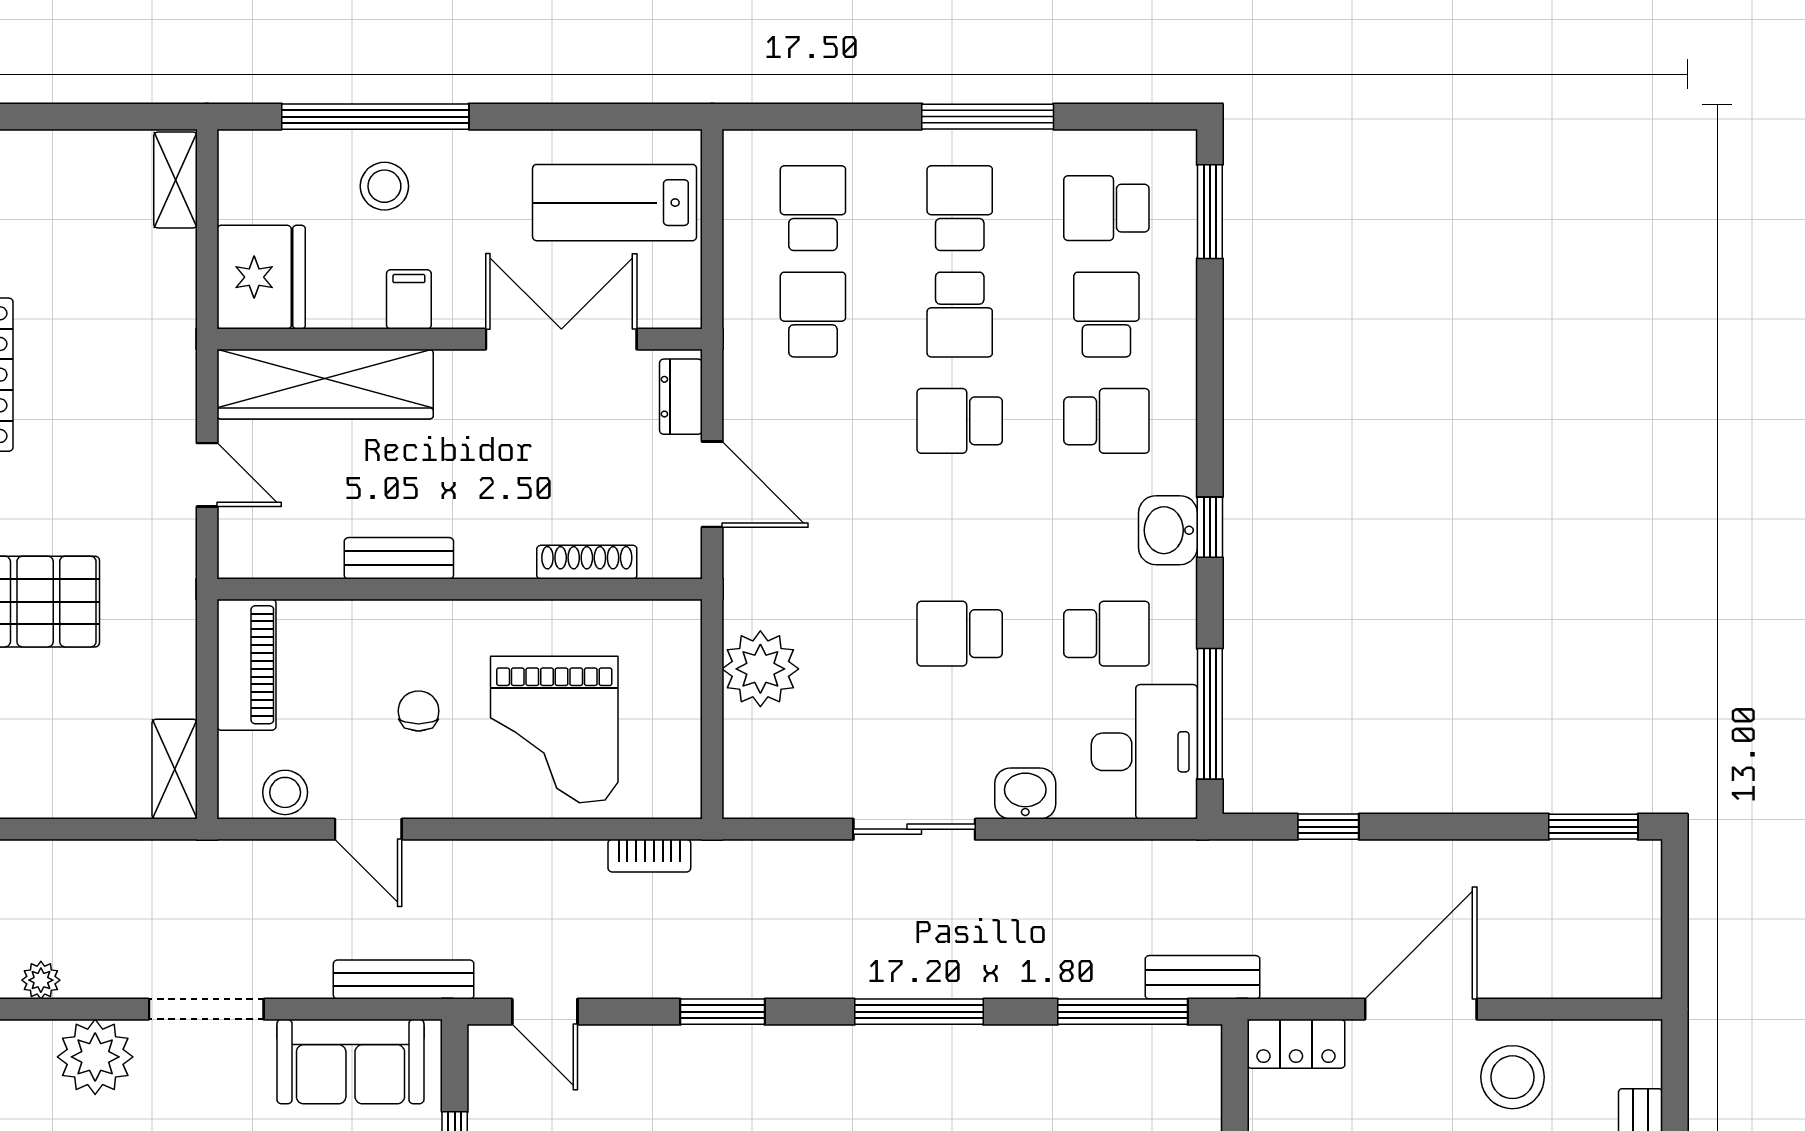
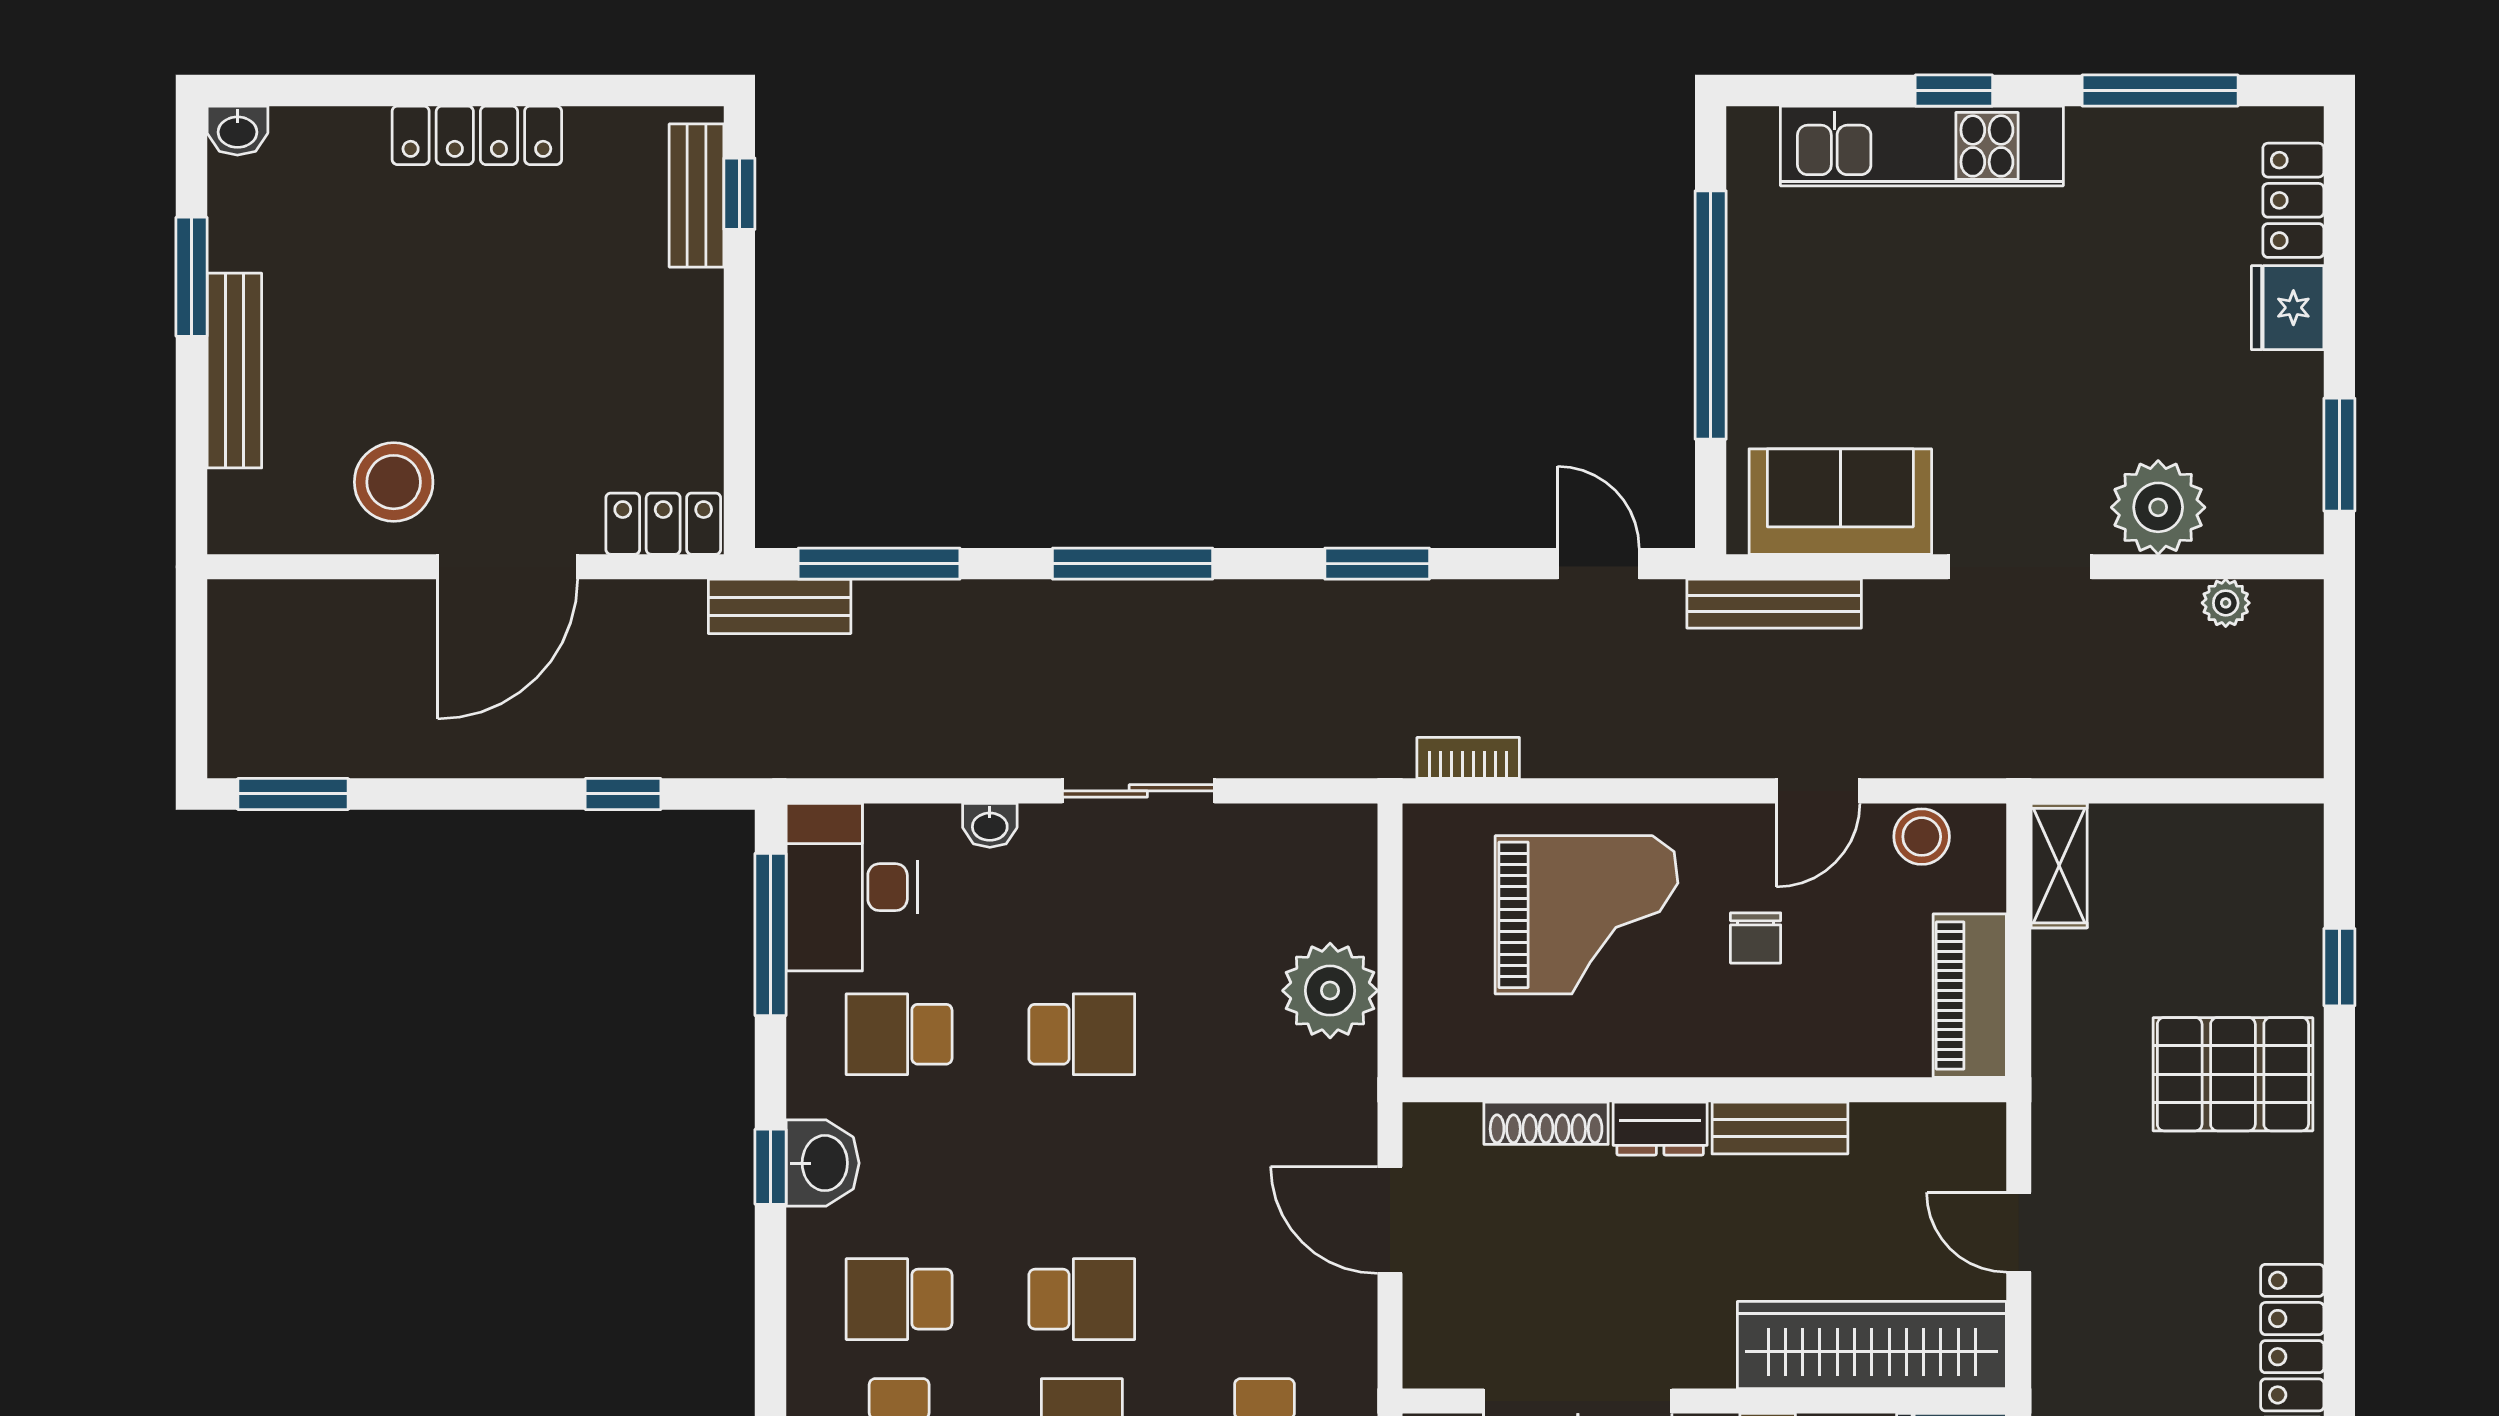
dresser: (681, 397) -> (1660, 1129), moved, turned 90
grand piano: (554, 730) -> (1587, 915), turned 90
washbasin: (1025, 794) -> (990, 825), width x0.72, depth x0.69
door: (368, 829) -> (1818, 791), swing flipped

